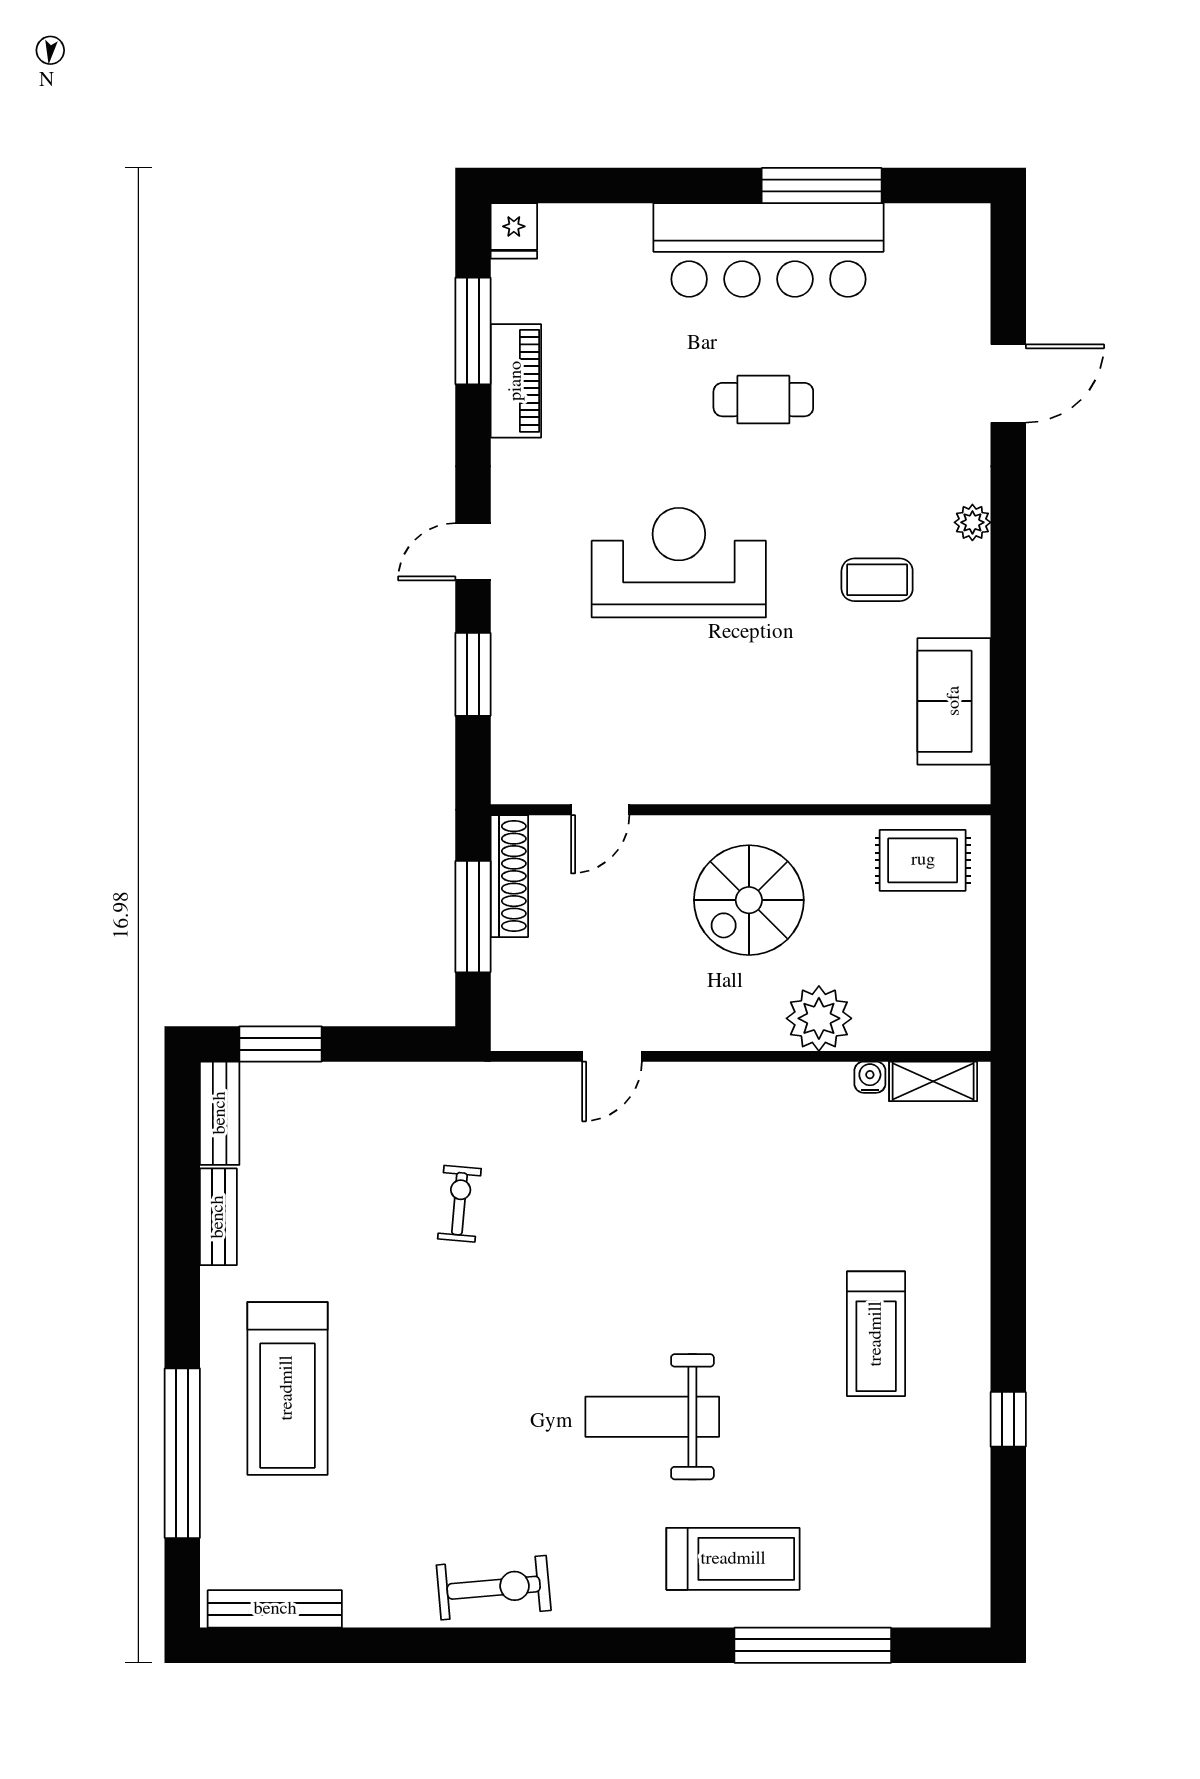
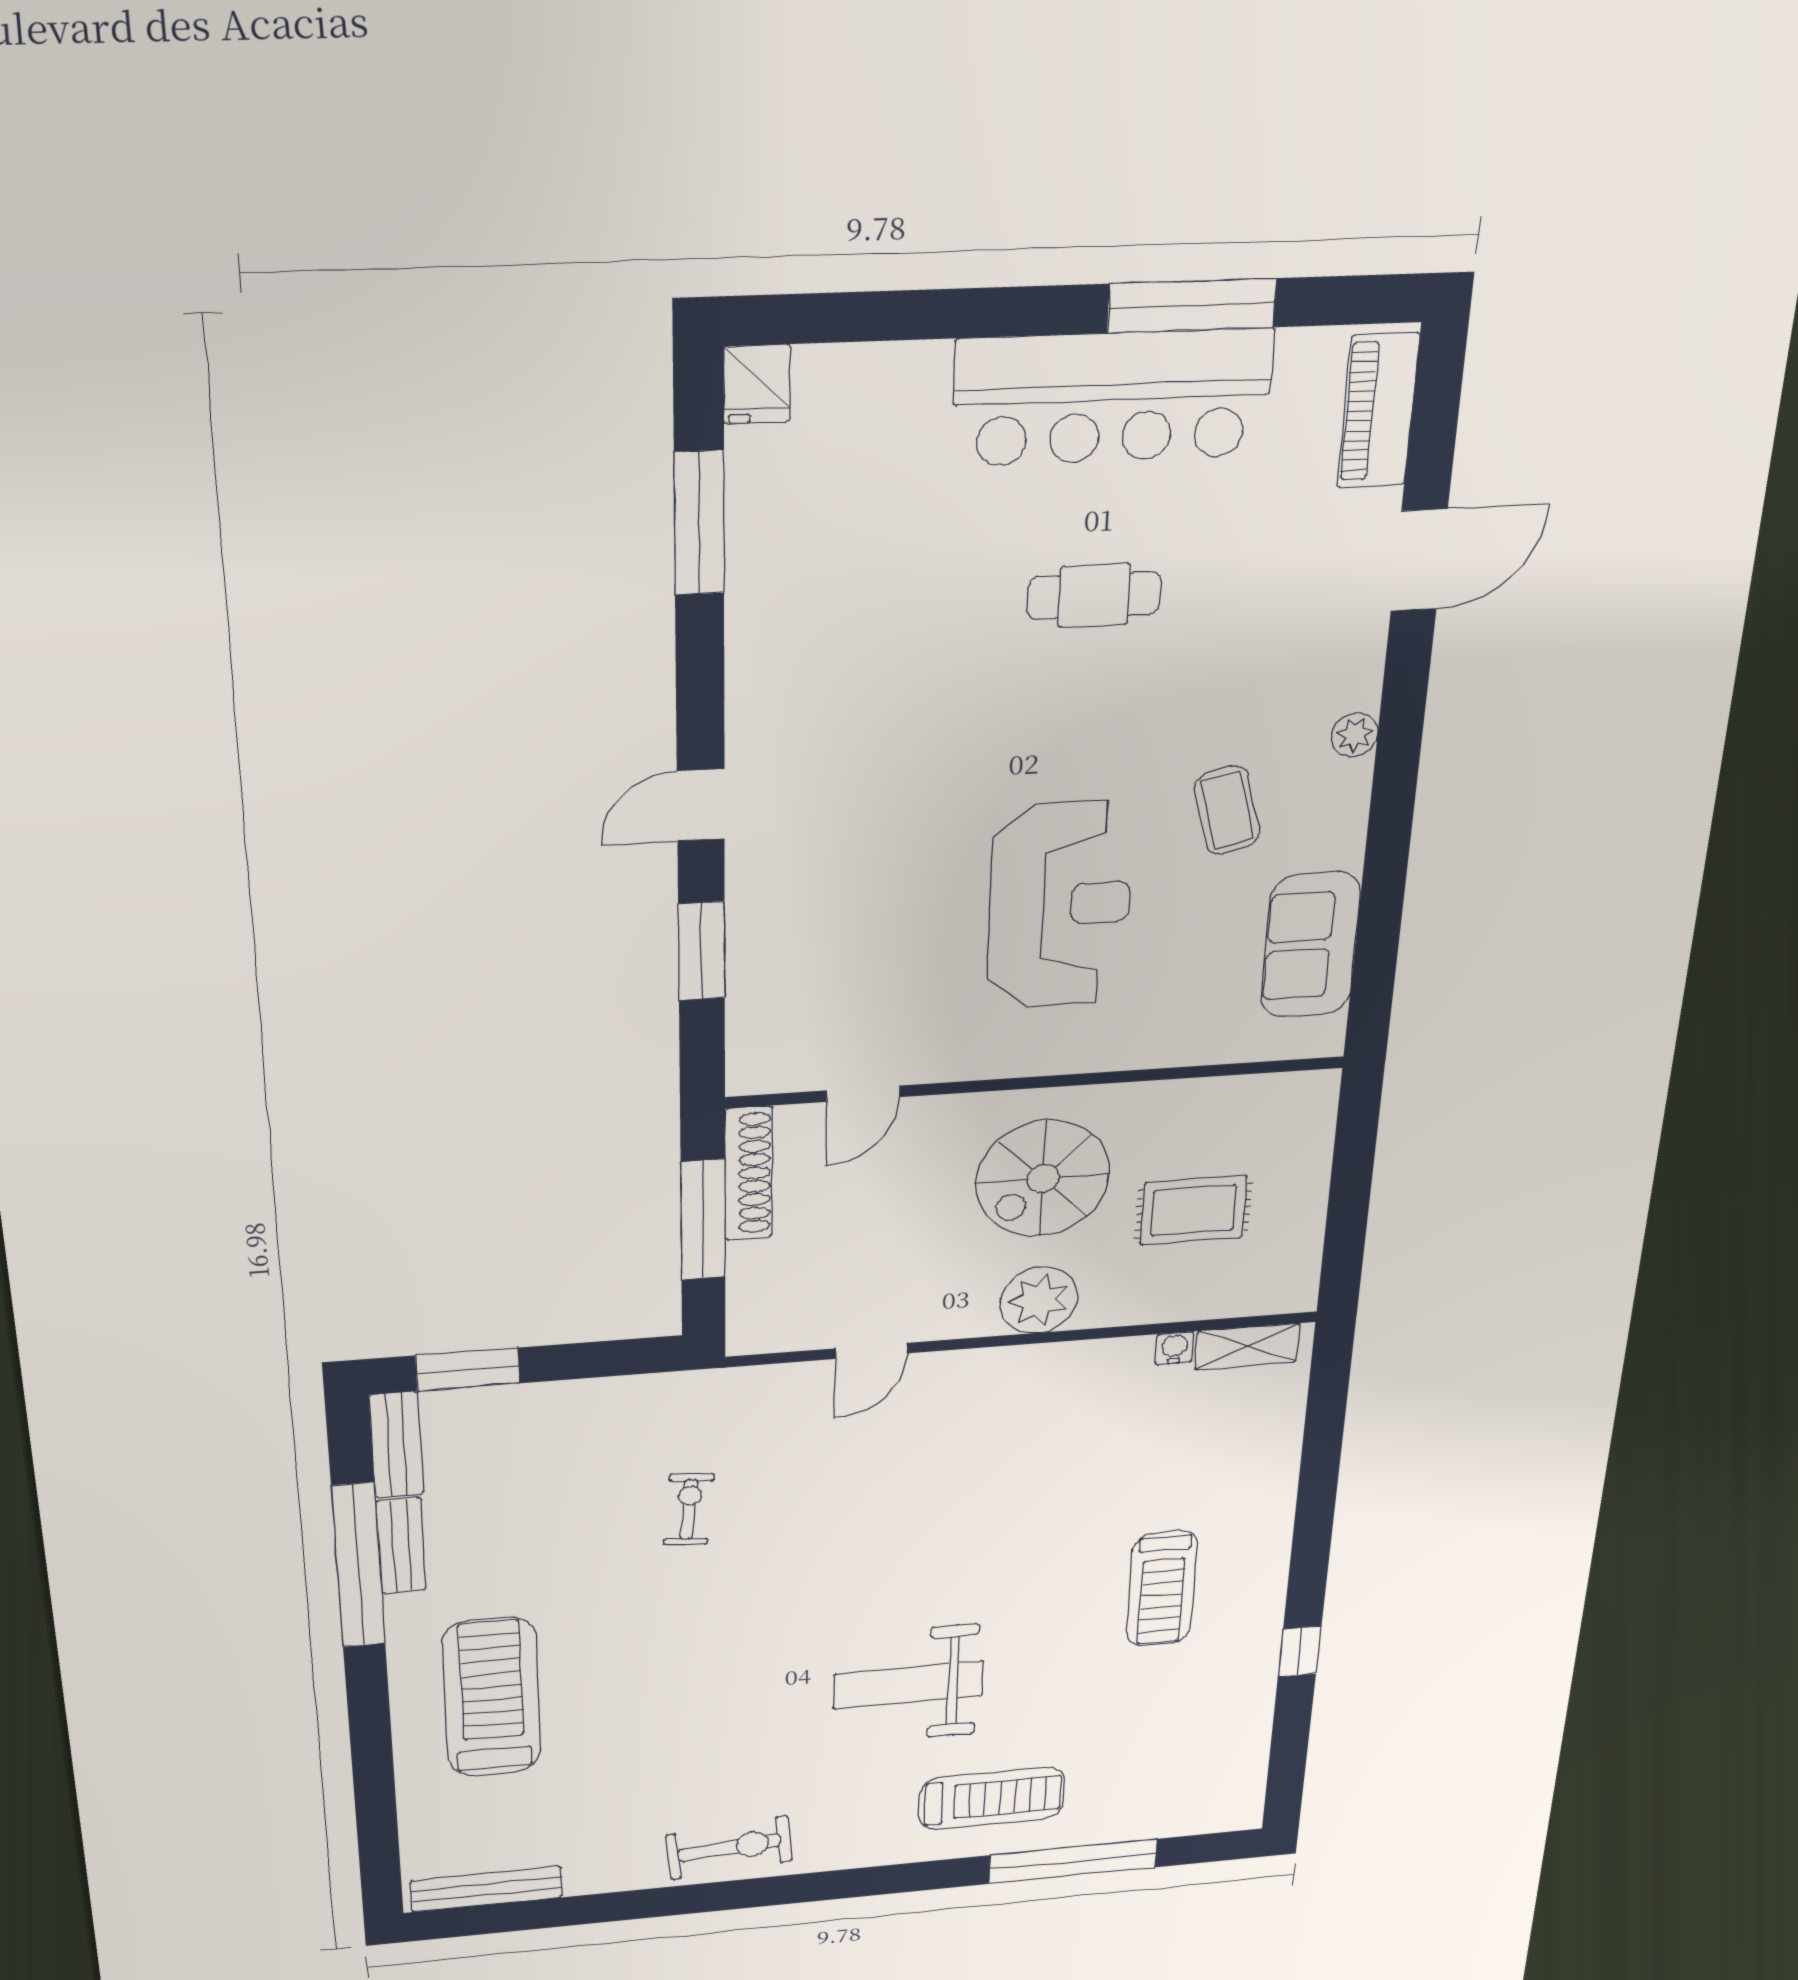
piano: (516, 381) -> (1378, 411), moved, turned 180
reception desk: (679, 563) -> (1060, 905), moved, turned 90
coffee table: (877, 580) -> (1227, 810), turned 75
rug: (923, 860) -> (1193, 1210), moved
plant: (819, 1018) -> (1039, 1300), moved
treadmill: (287, 1388) -> (492, 1697), turned 180
window: (182, 1453) -> (359, 1566), moved

